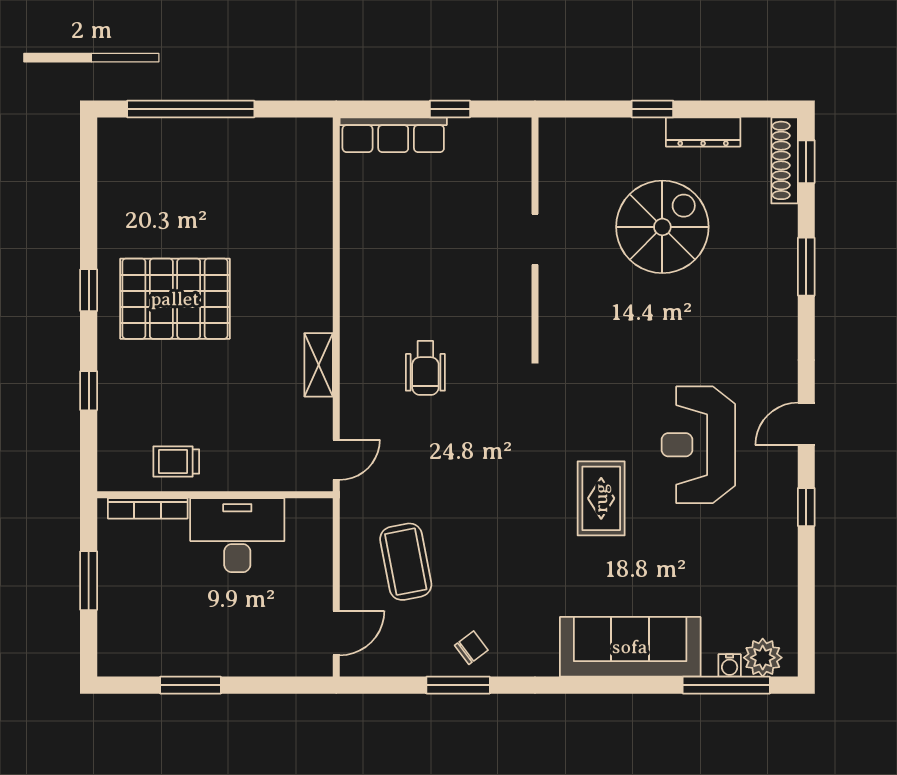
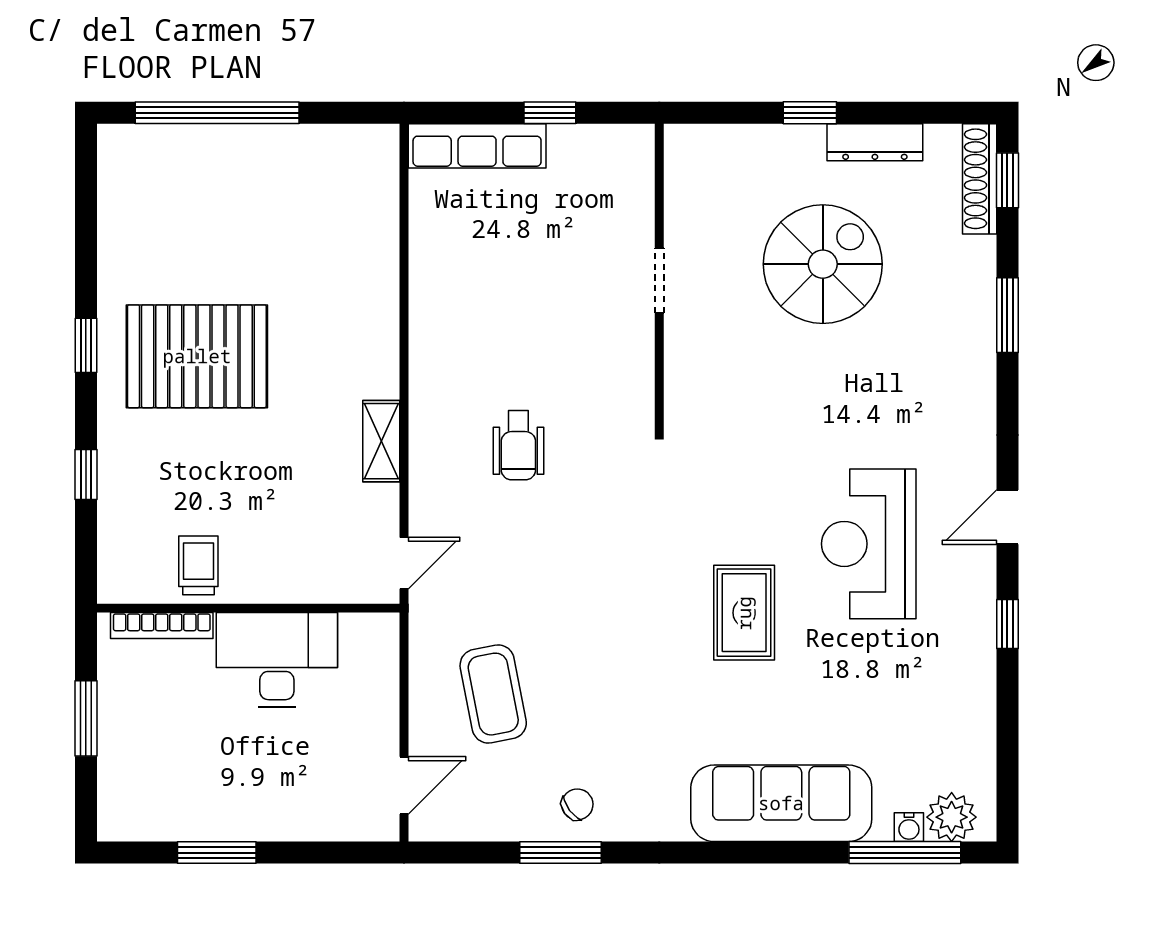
trolley: (176, 461) -> (198, 565), turned 90

